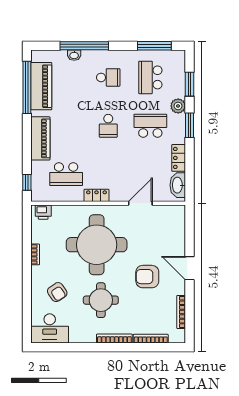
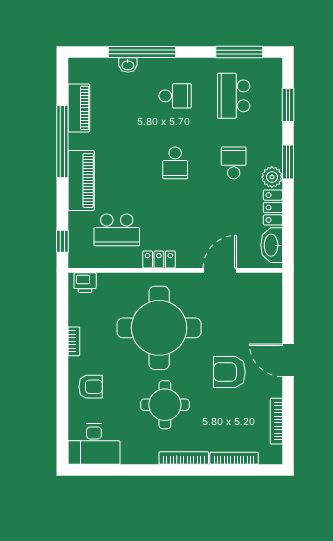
piano: (41, 86) -> (79, 108), width x0.73, depth x0.75
window: (27, 87) -> (62, 142), moved
plant: (178, 106) -> (272, 177), moved
school desk: (150, 126) -> (234, 163), width x0.54
armchair: (57, 292) -> (91, 387), moved, turned -56

